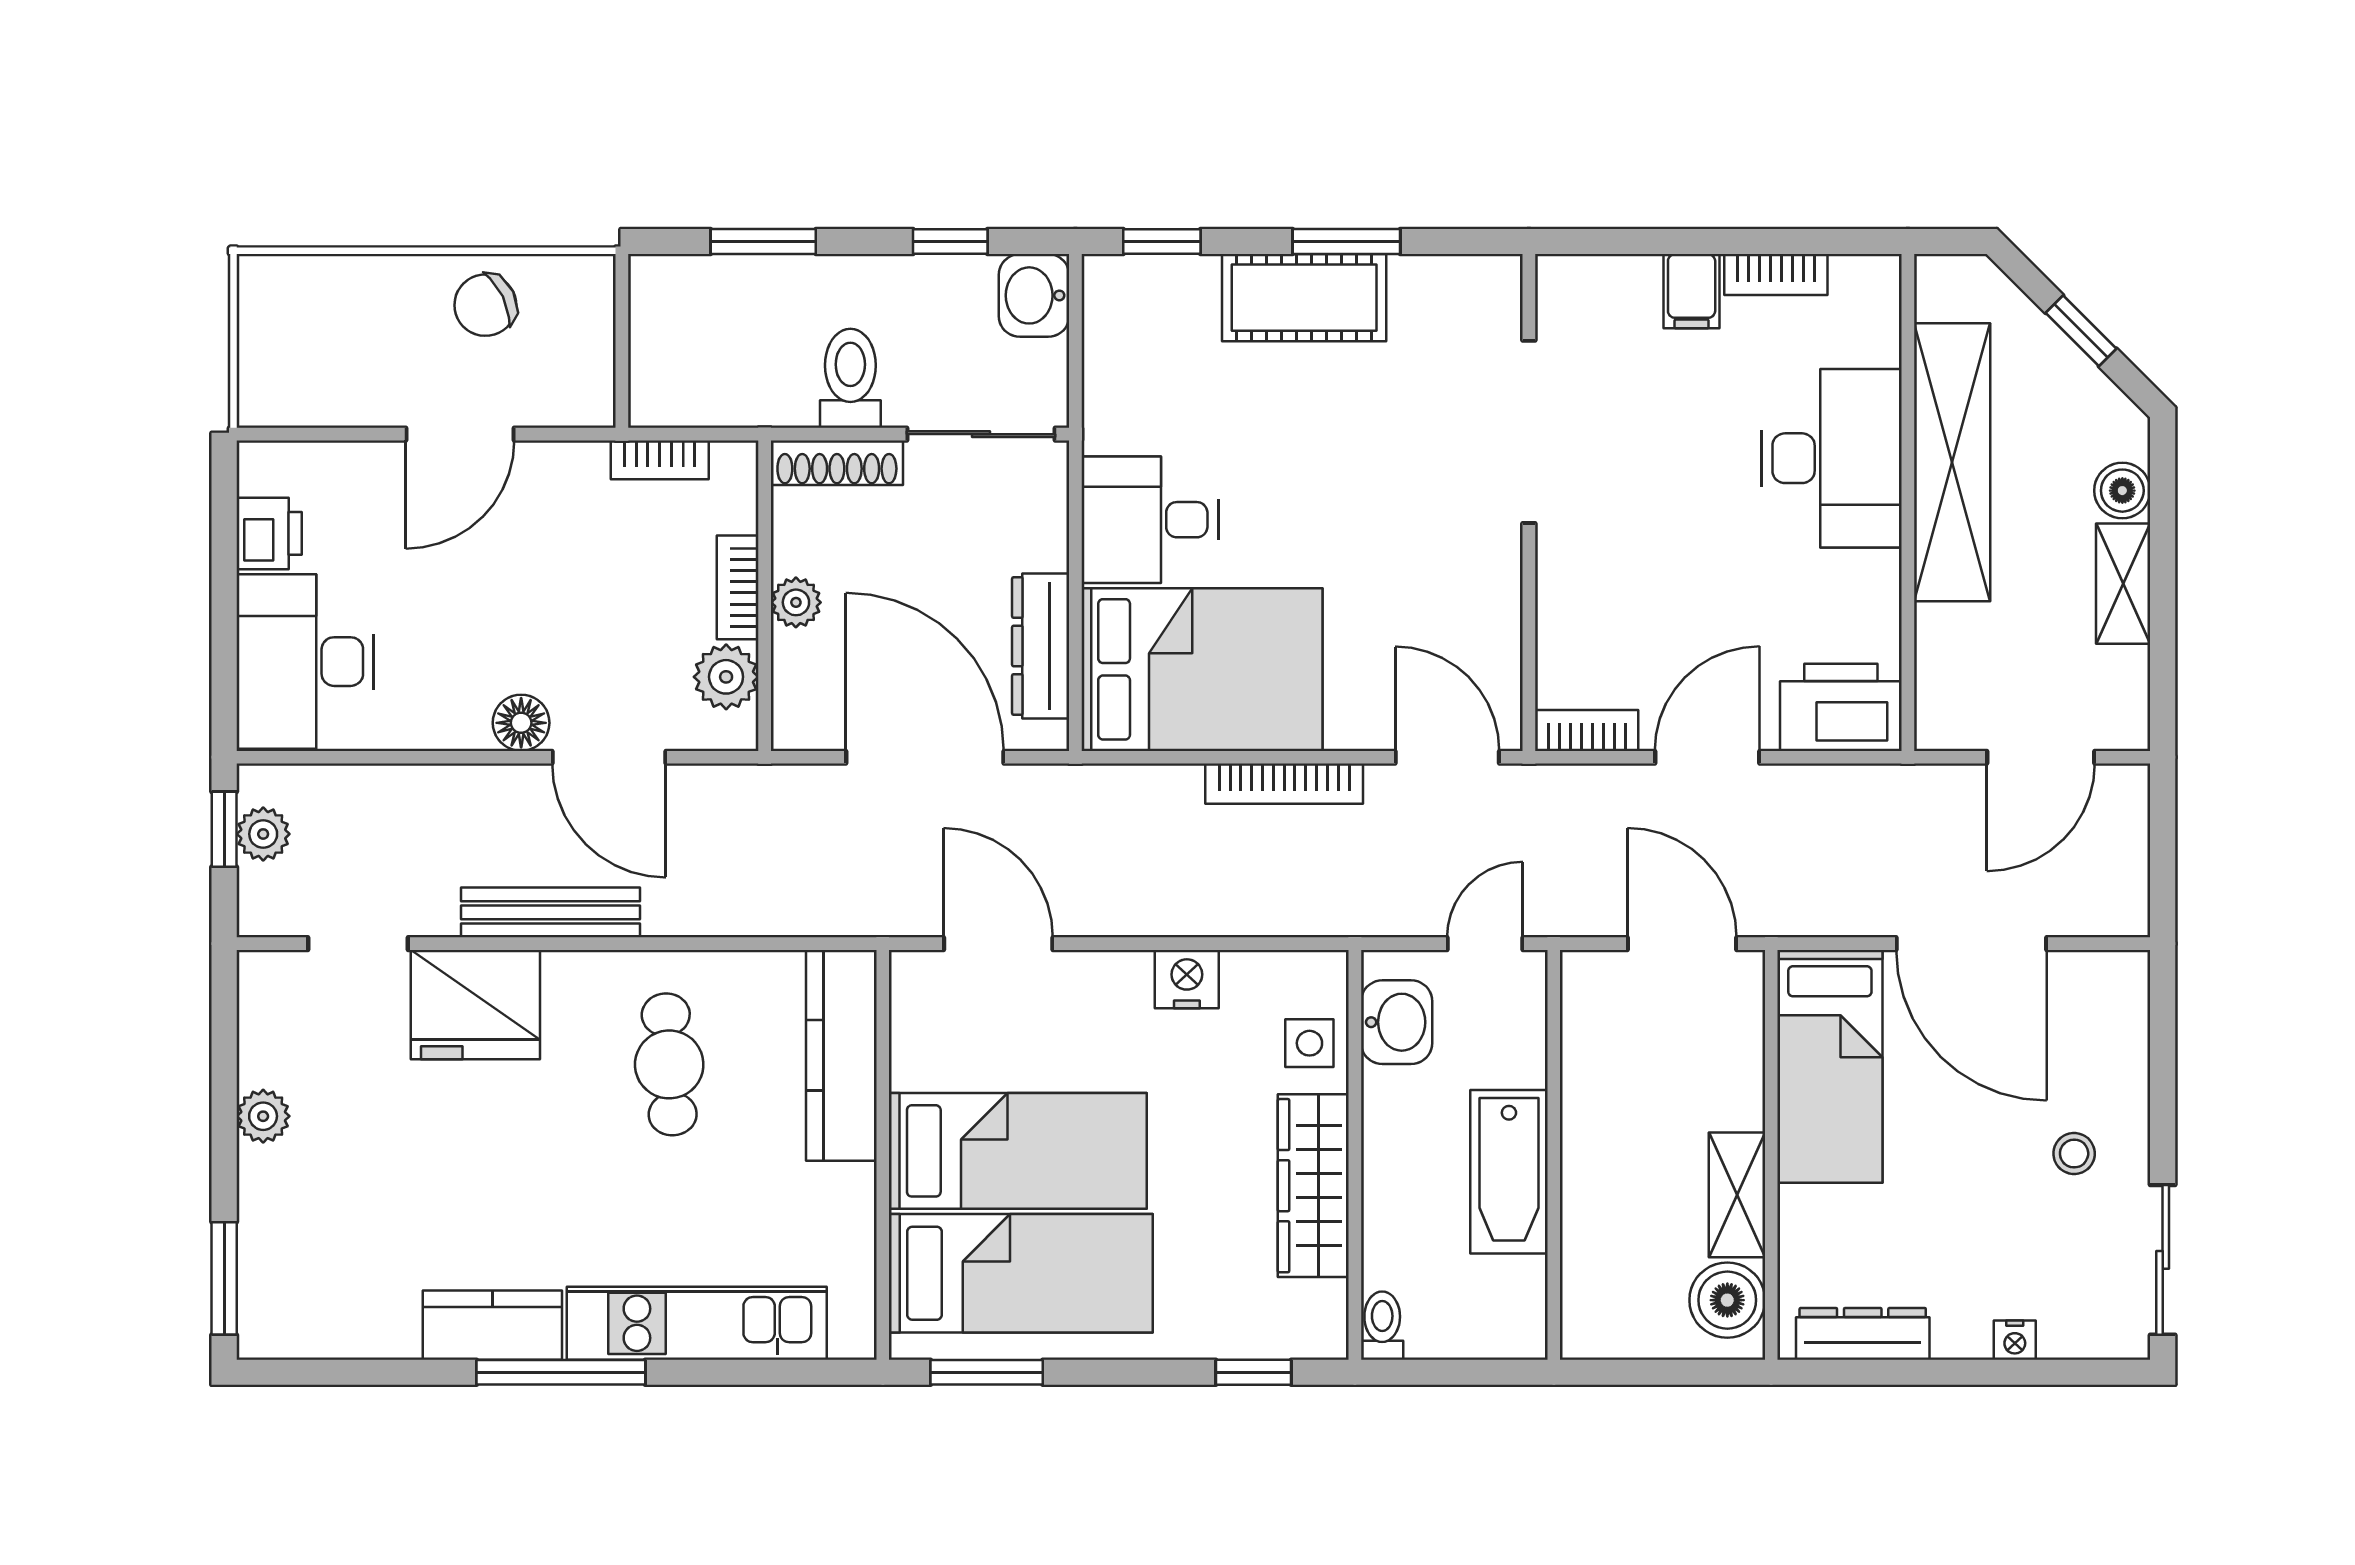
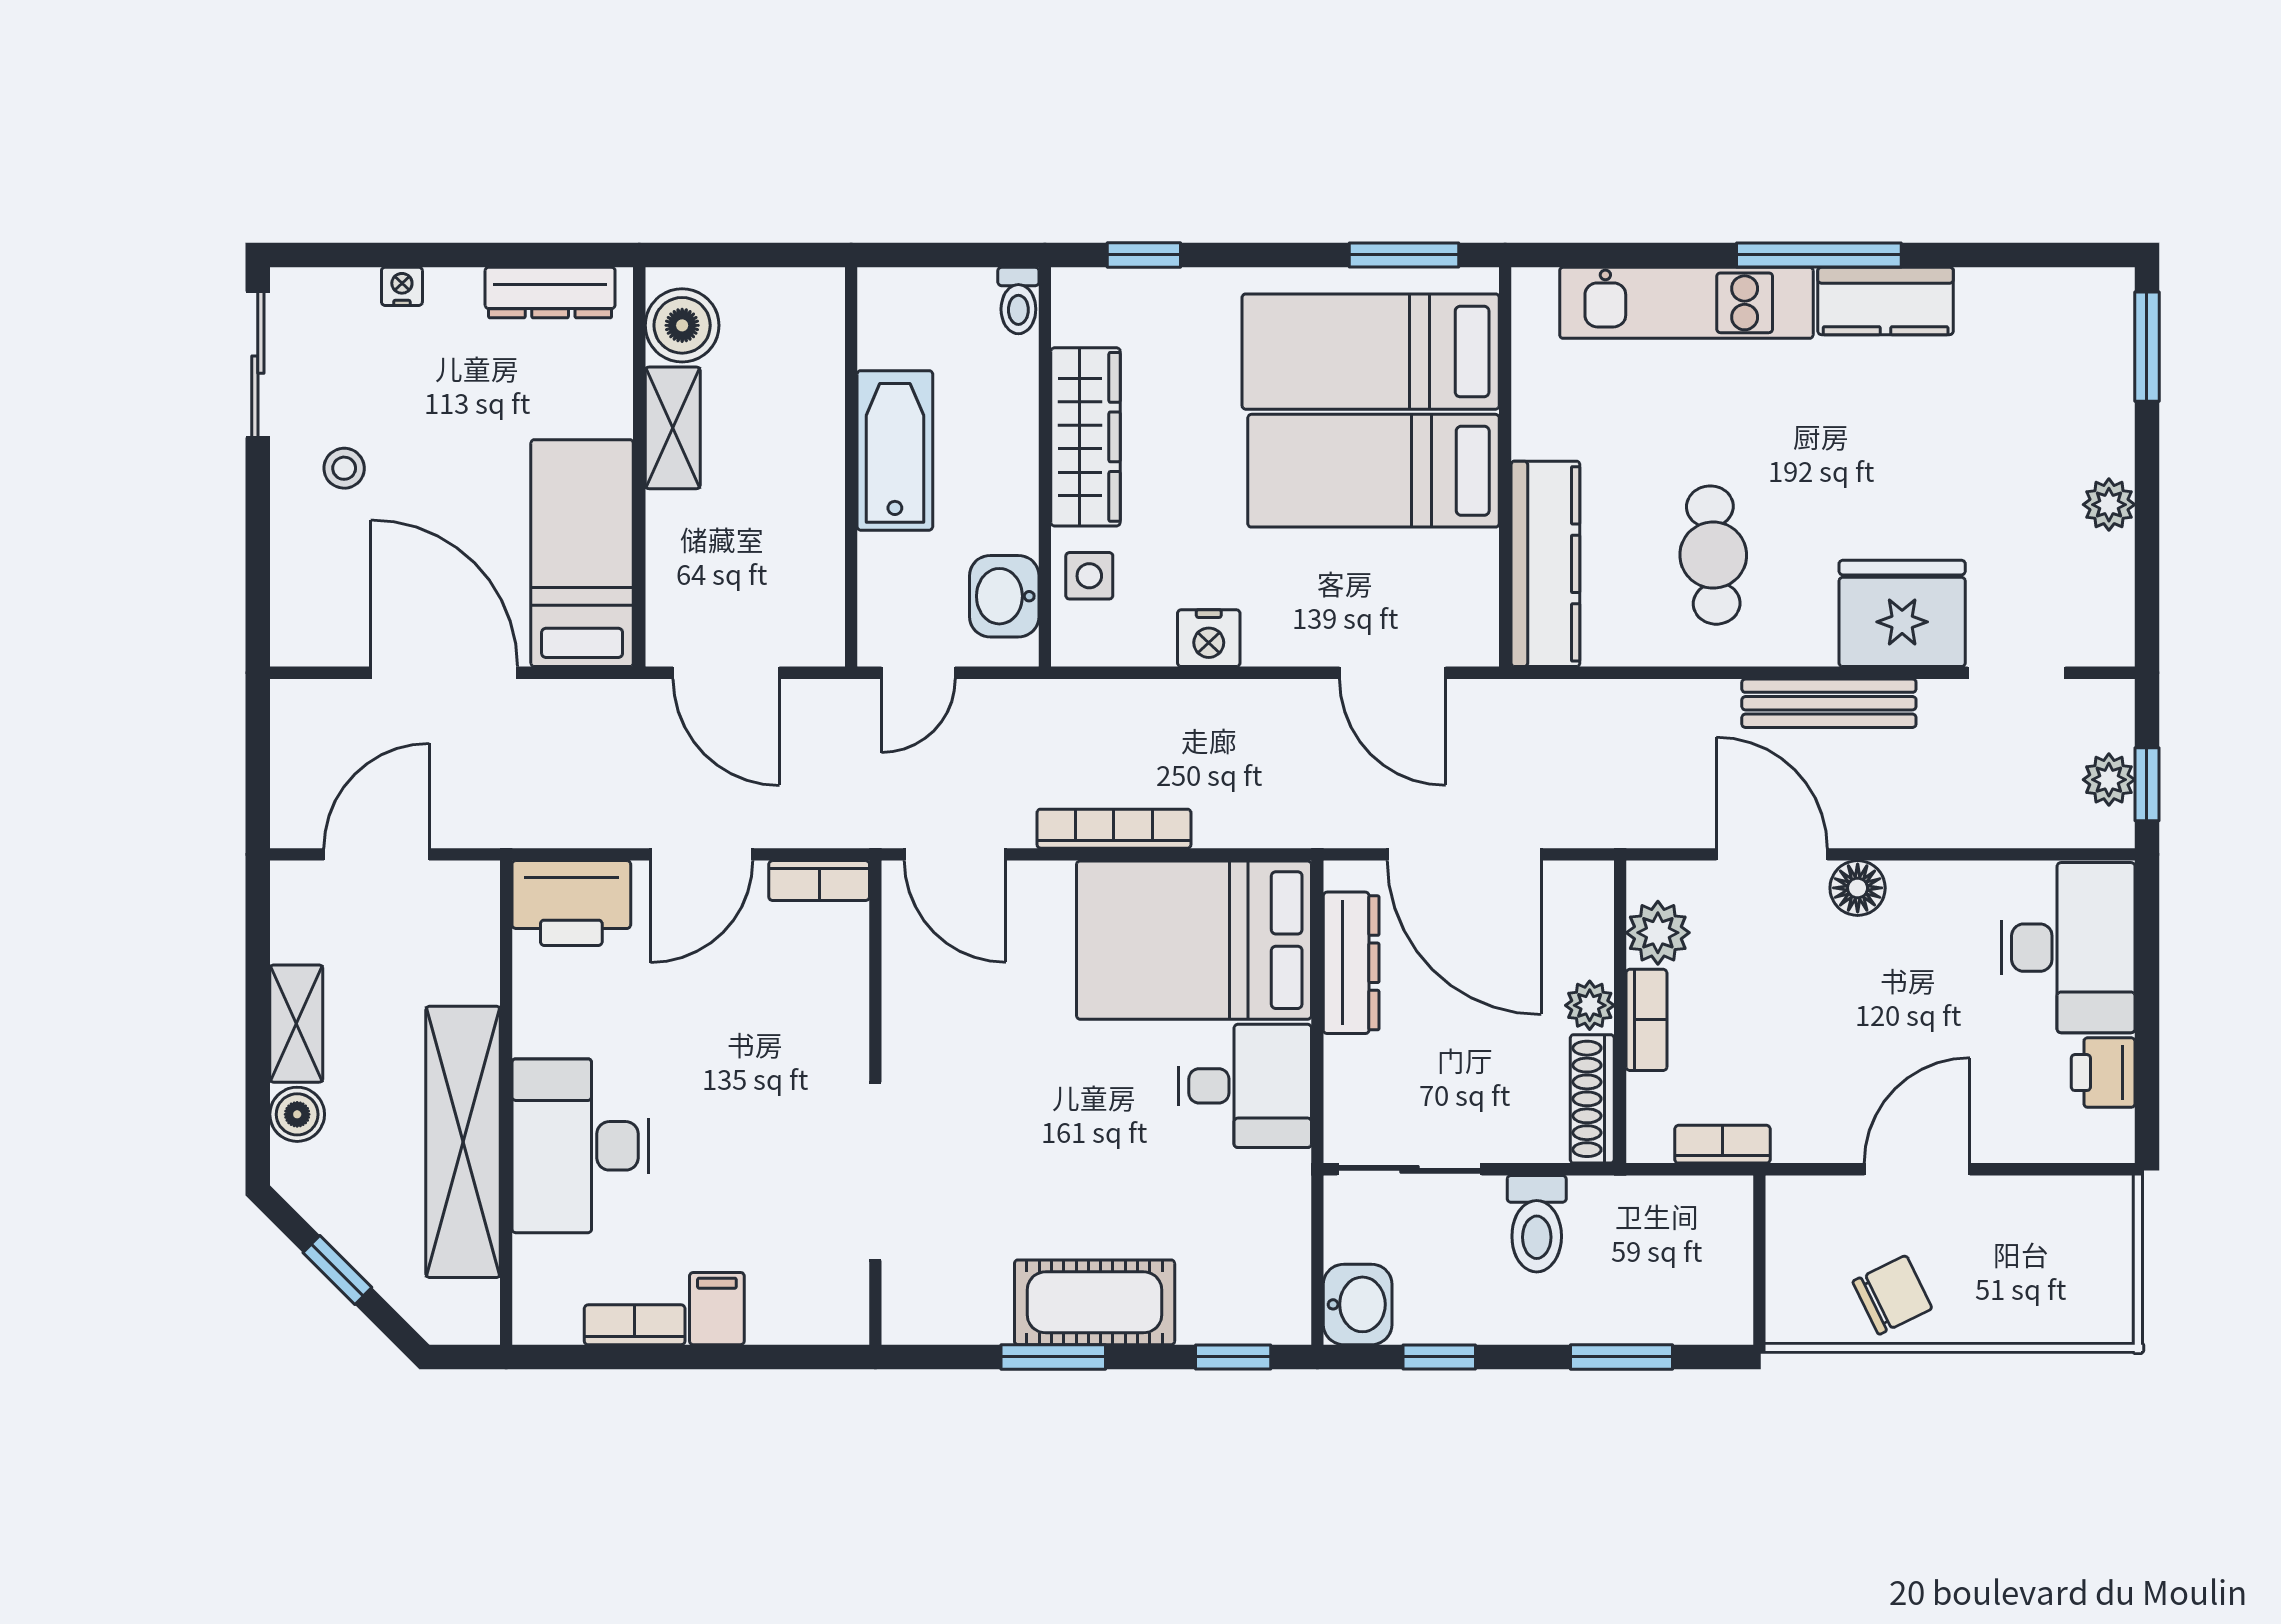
shoe rack: (837, 463) -> (1592, 1099), moved, turned -90

